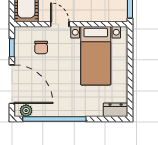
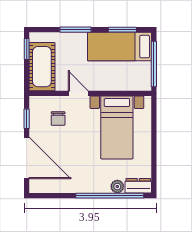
plant: (26, 111) -> (117, 187), moved
window: (54, 119) -> (110, 196), moved

